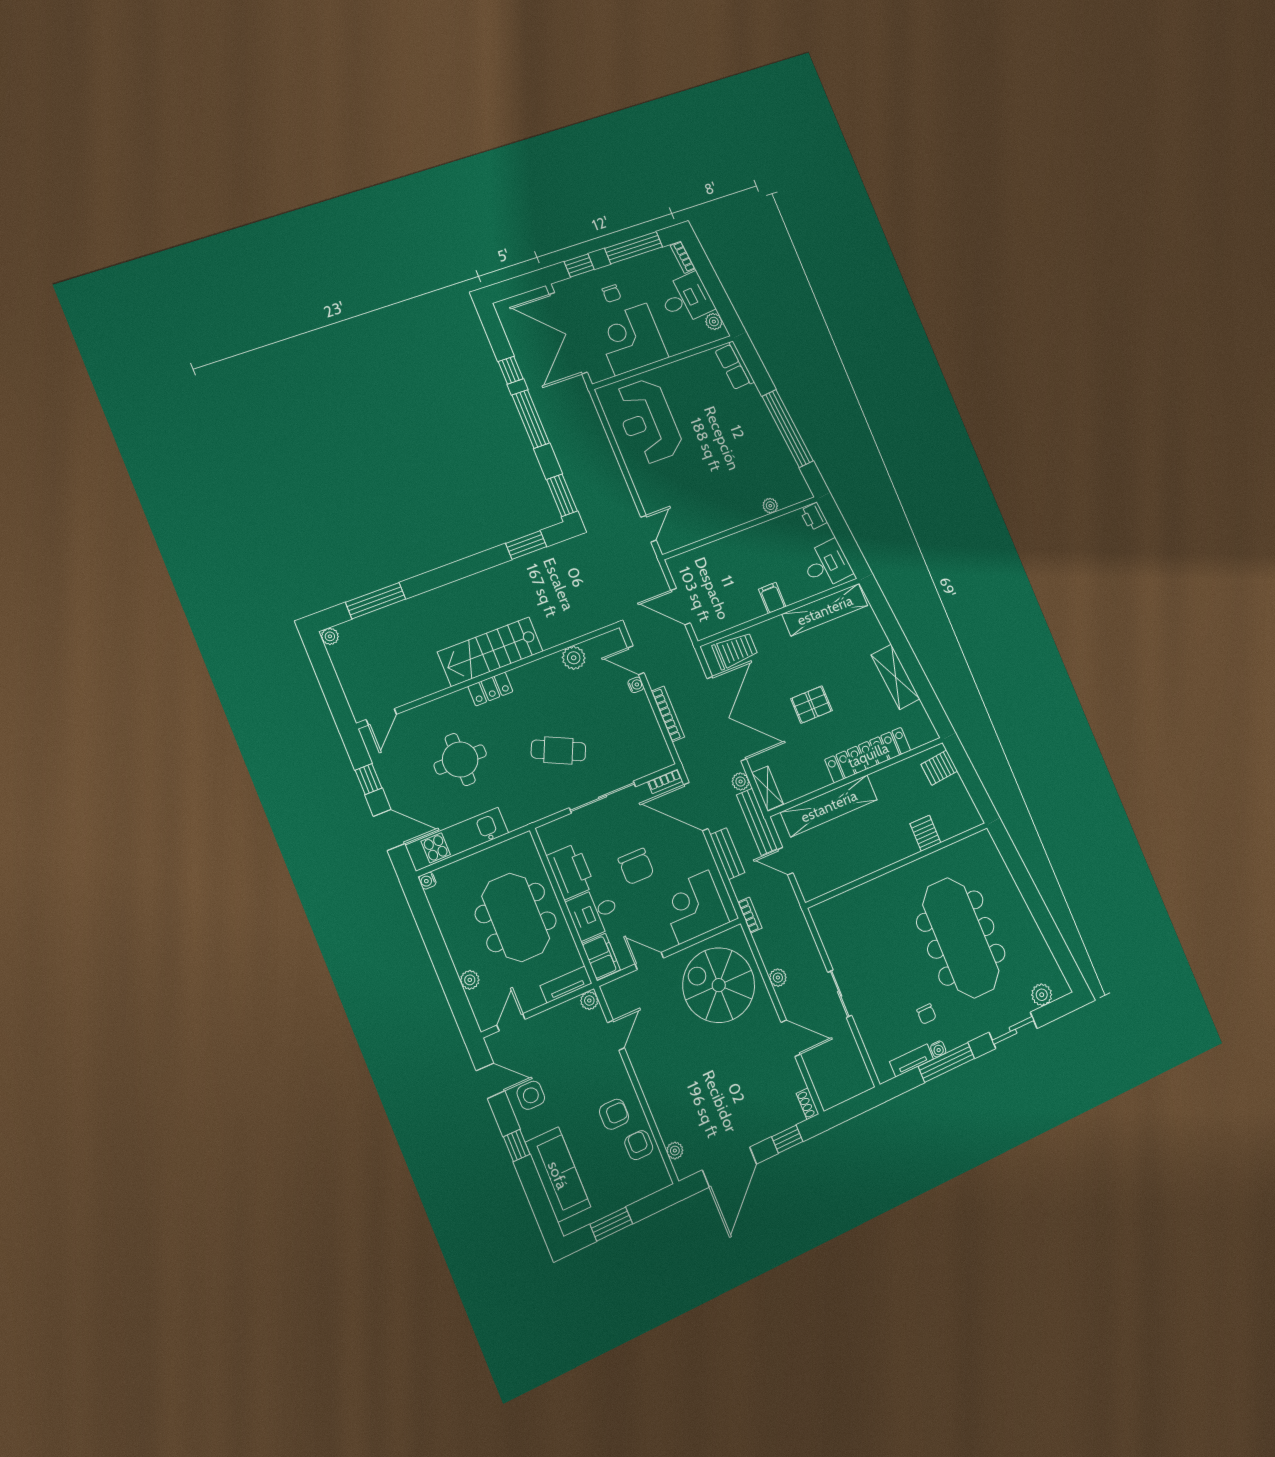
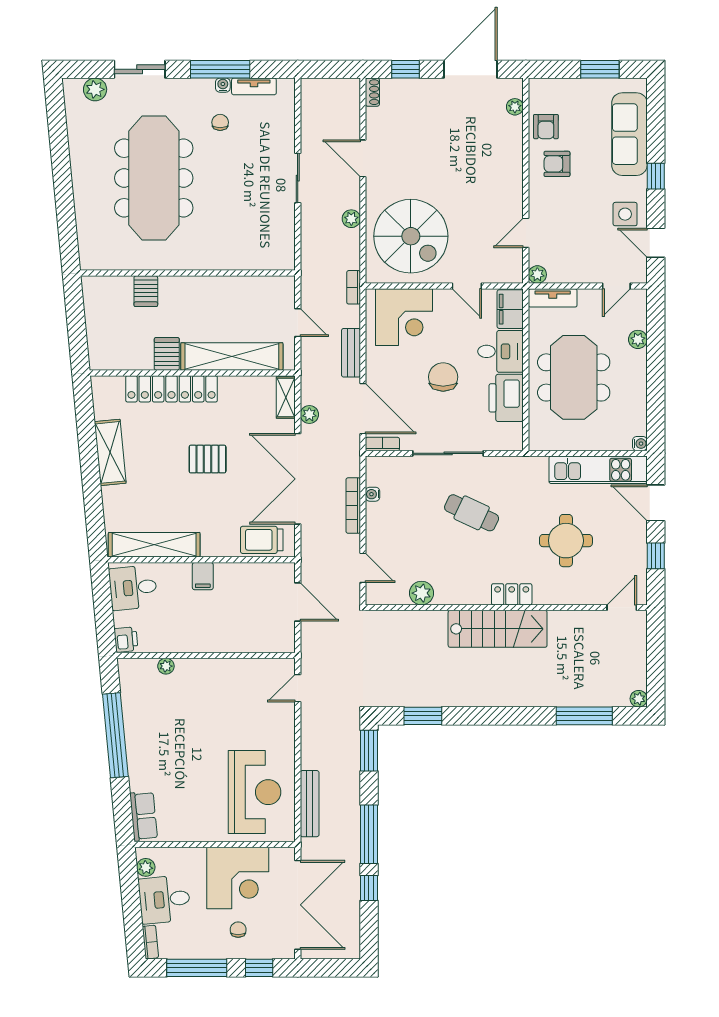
water cooler: (636, 685) -> (373, 494), moved
server rack: (939, 768) -> (167, 354), moved, turned -85
bench: (757, 822) -> (310, 804), moved

